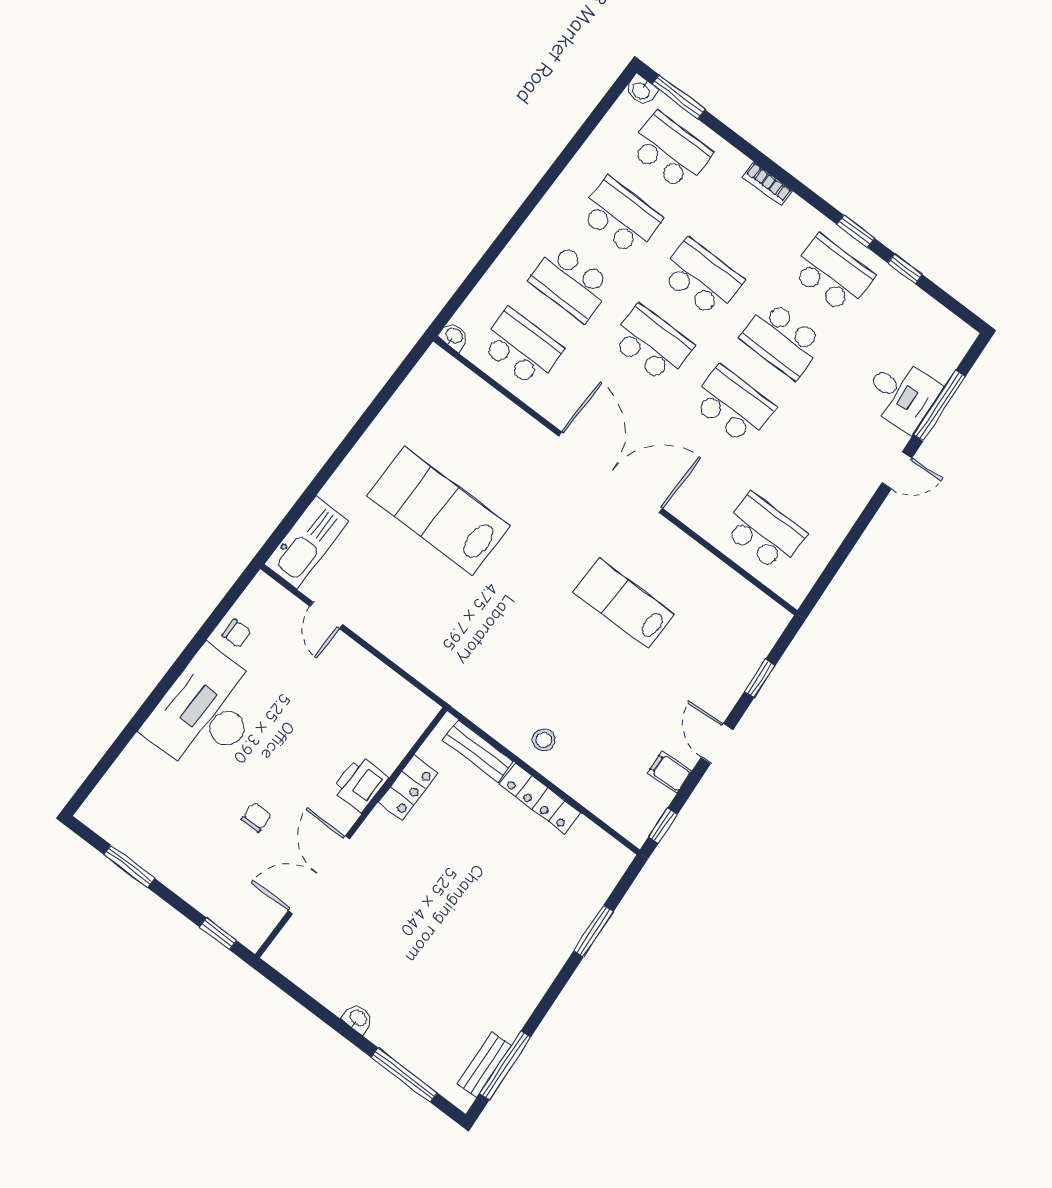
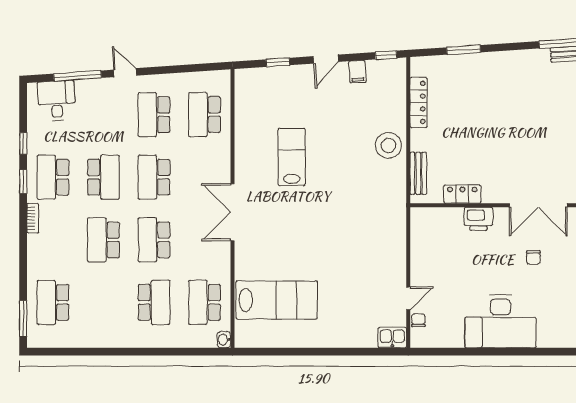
washbasin: (641, 90) -> (34, 339), removed
bookcase: (767, 184) -> (33, 218), moved
school desk: (621, 217) -> (154, 115), moved
desk: (901, 394) -> (57, 101), moved
double door: (611, 472) -> (232, 212), width x0.73
lab bench: (438, 511) -> (277, 300), moved, turned -90
kitchen sink: (307, 542) -> (392, 338), width x0.53, depth x0.81
lab bench: (624, 603) -> (292, 157), turned 180
chair: (236, 633) -> (418, 320), moved
stool: (544, 740) -> (388, 145), width x1.89, depth x1.89
locker: (540, 799) -> (419, 102), moved
chair: (256, 817) -> (533, 257), turned -89

